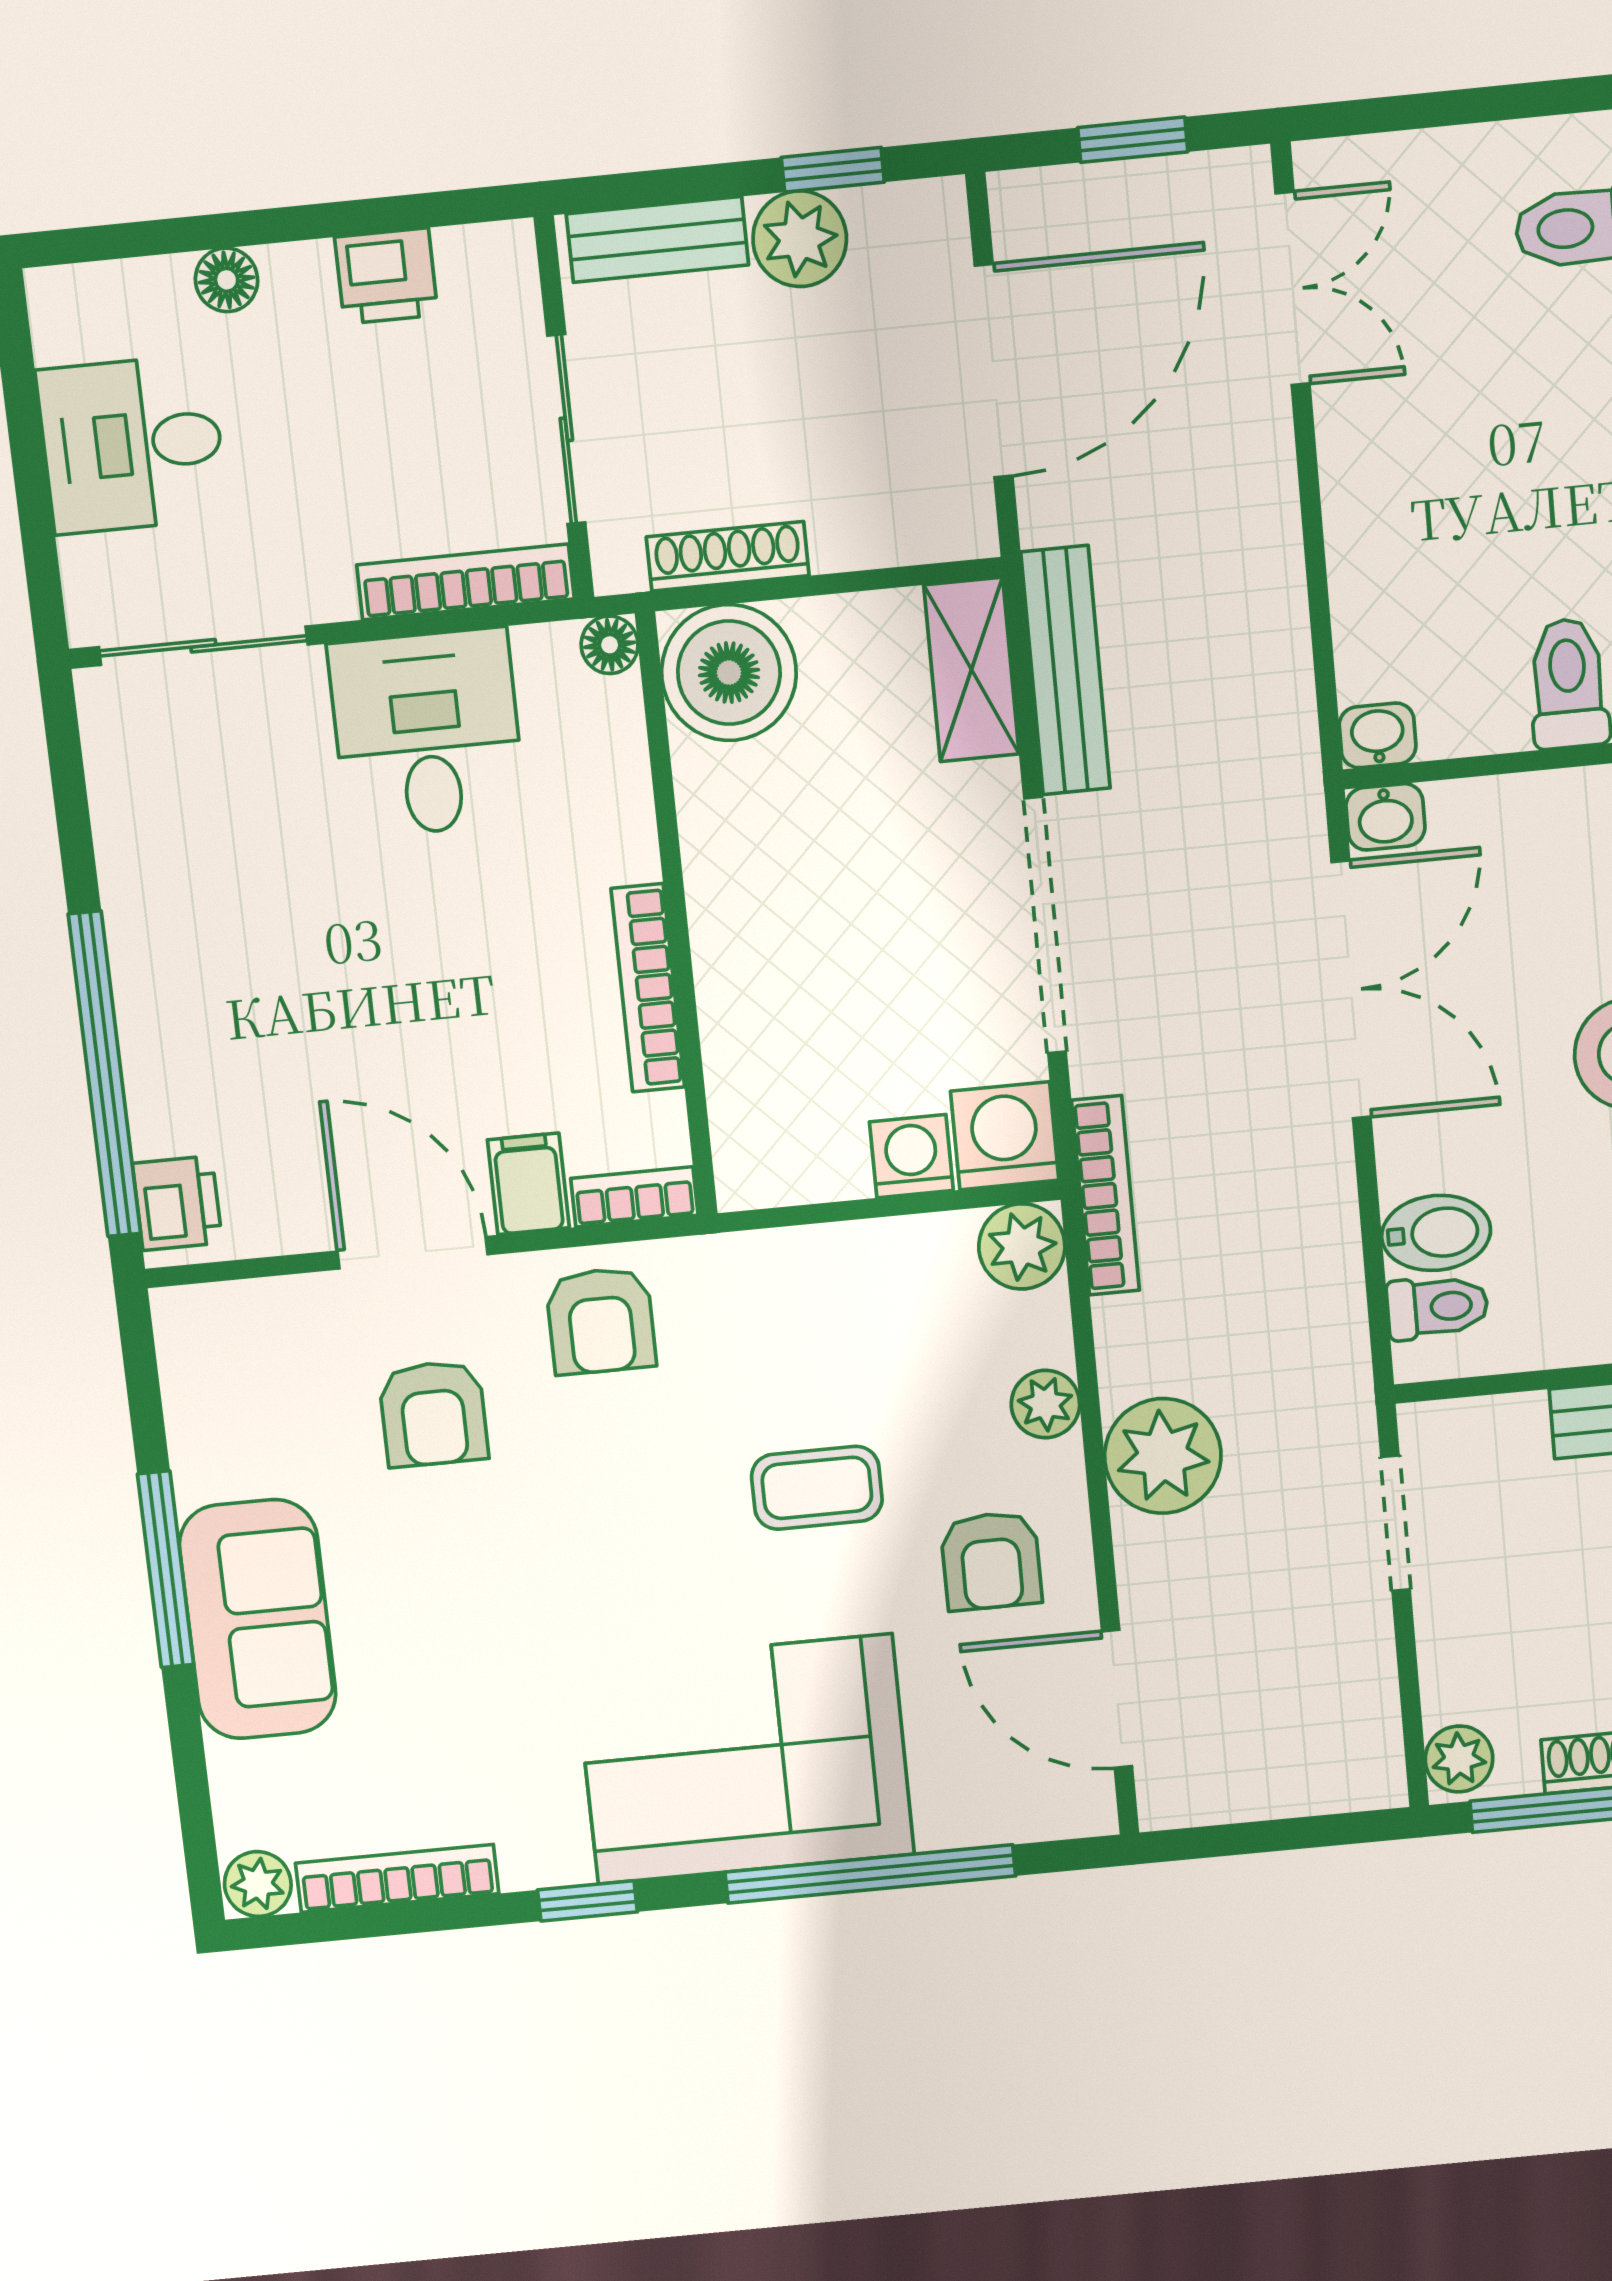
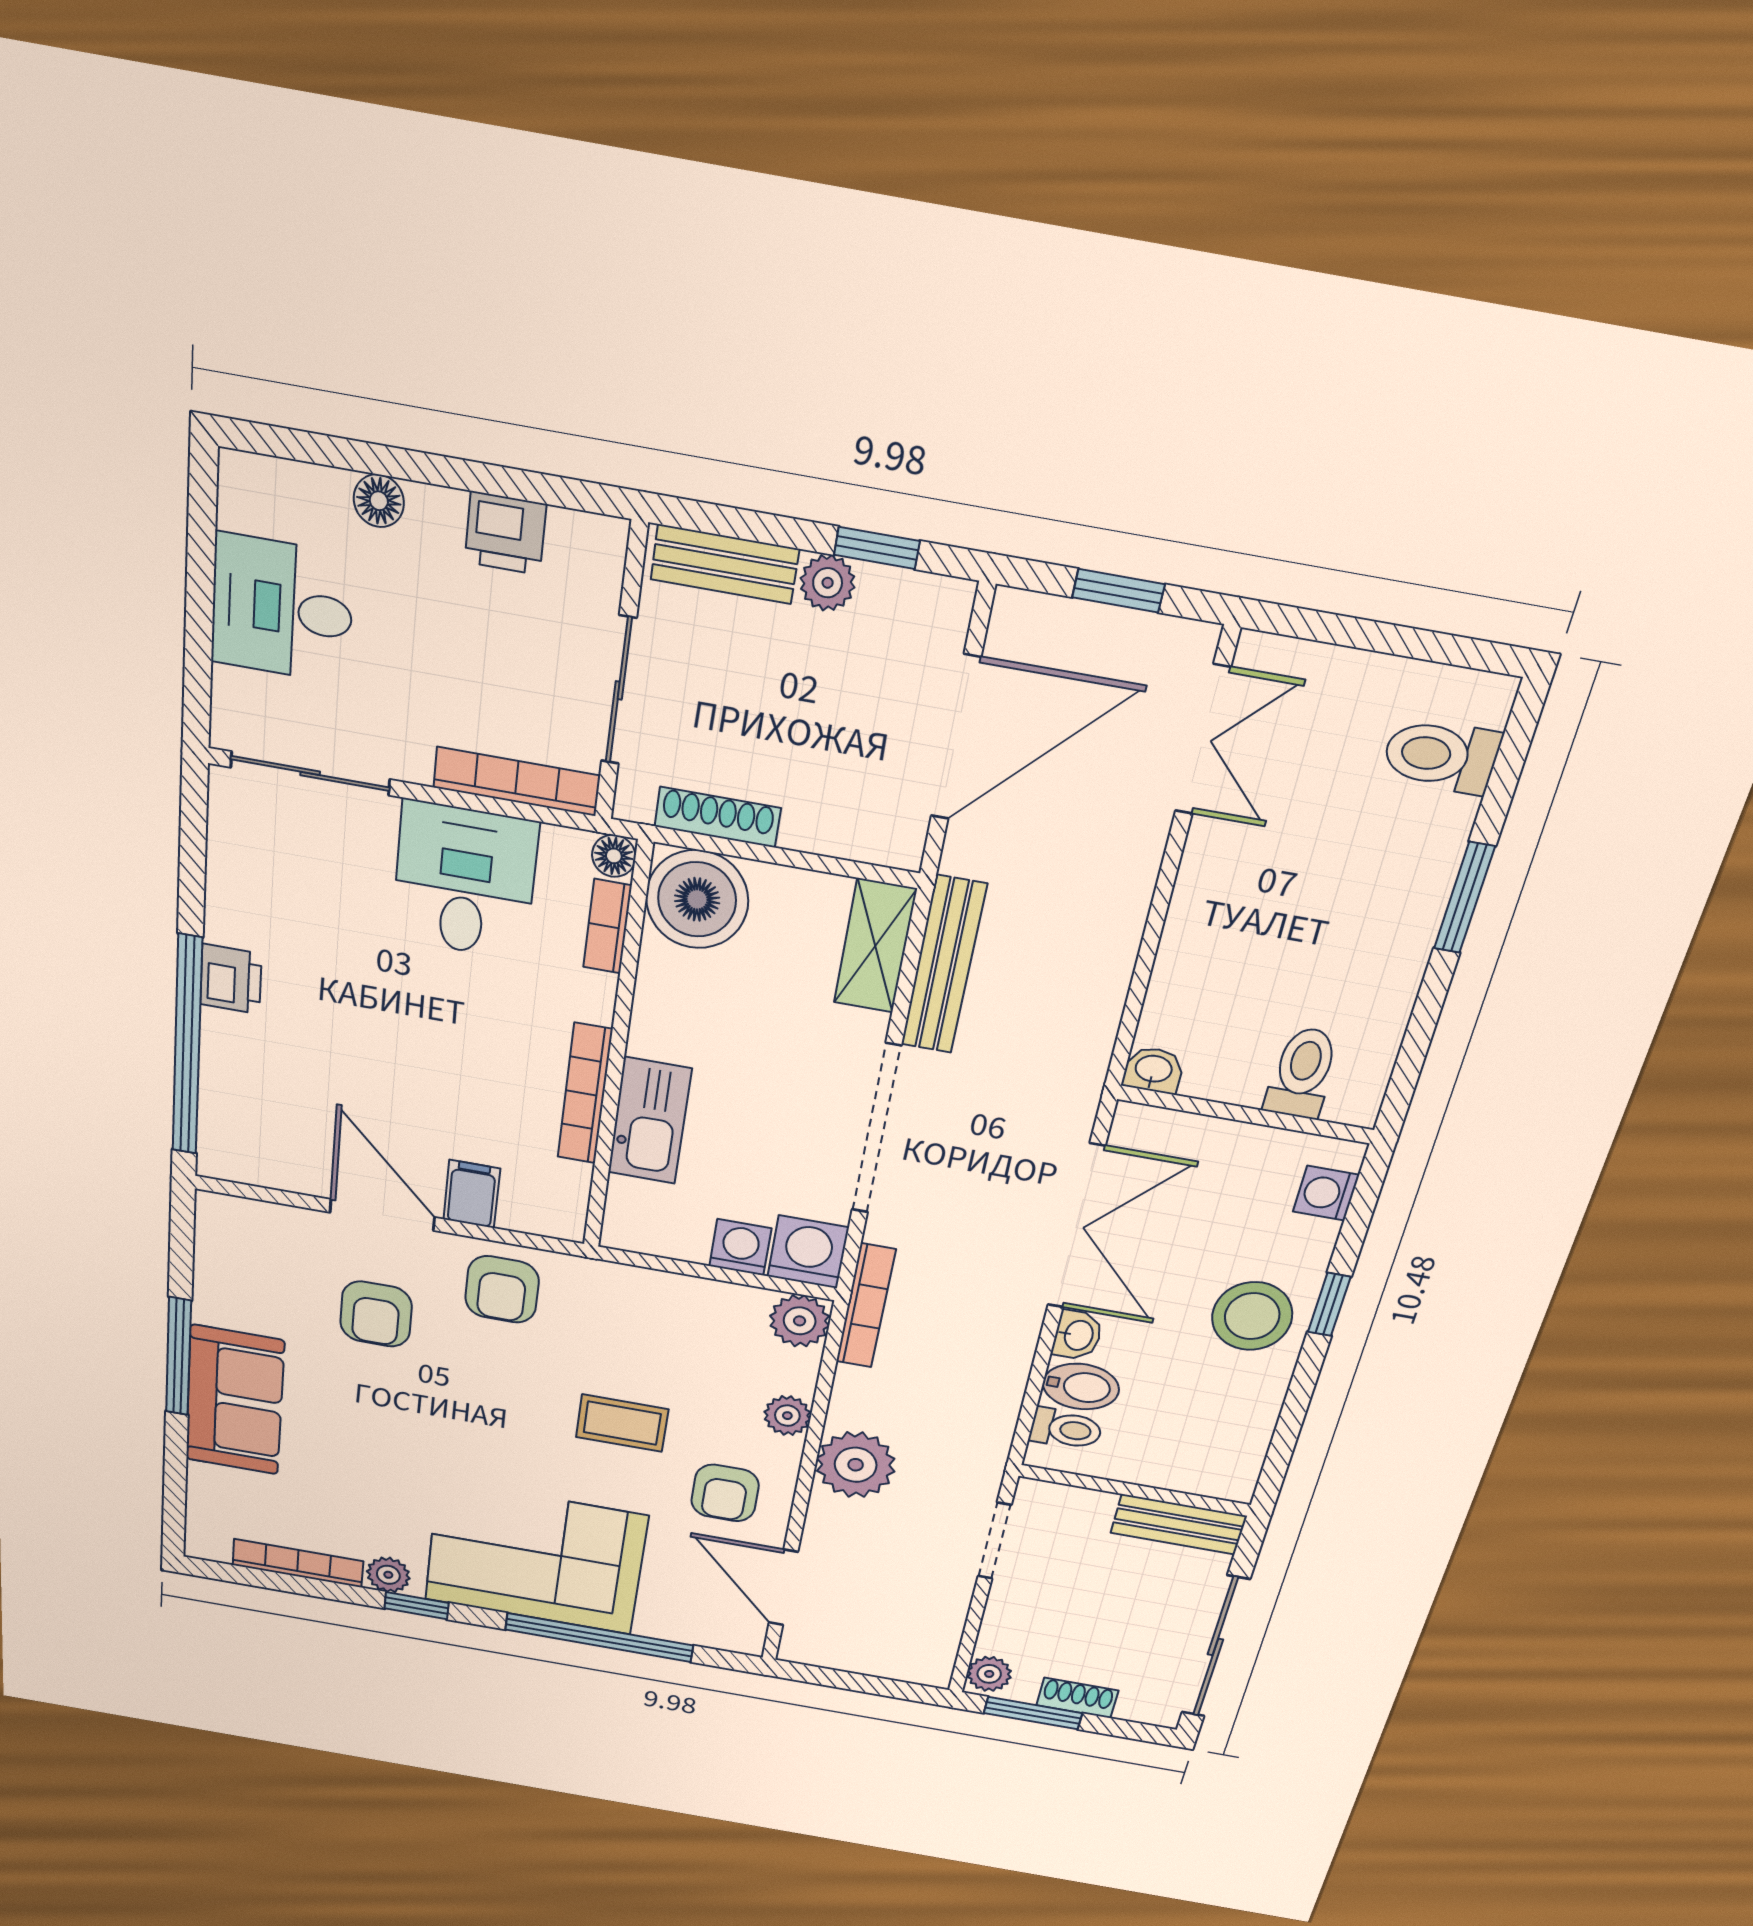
plant: (800, 239) -> (828, 583), width x0.73, depth x0.73
washbasin: (1385, 817) -> (1077, 1335), moved, turned -90
kitchen sink: (743, 1002) -> (650, 1121), added
bookcase: (634, 1197) -> (607, 926), moved, turned -90
printer: (177, 1203) -> (231, 979), moved
plant: (258, 1884) -> (388, 1575), moved

